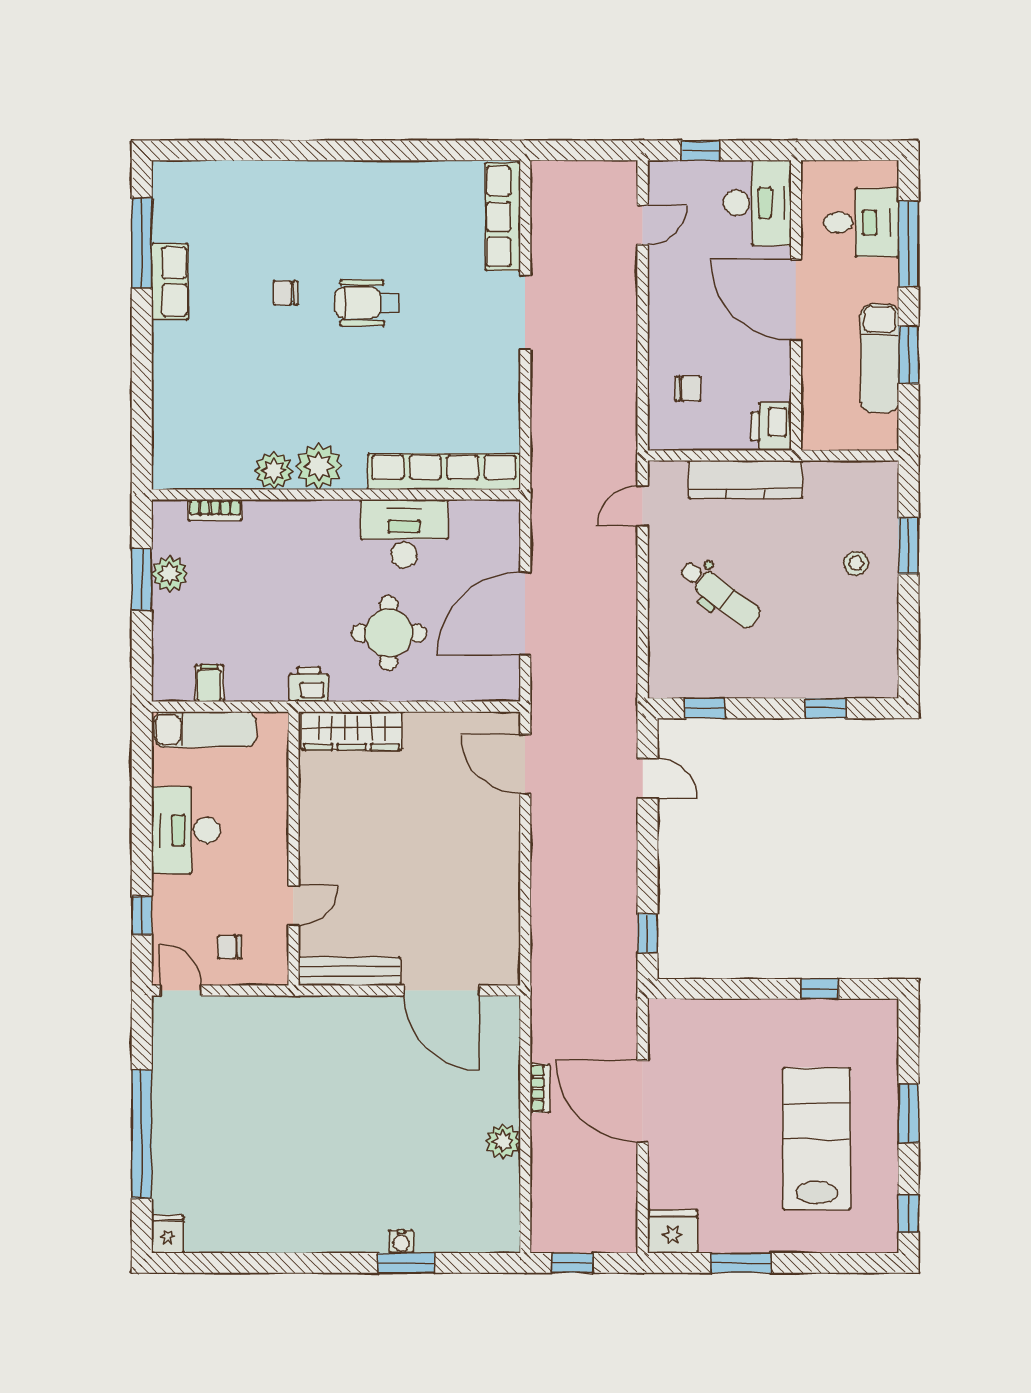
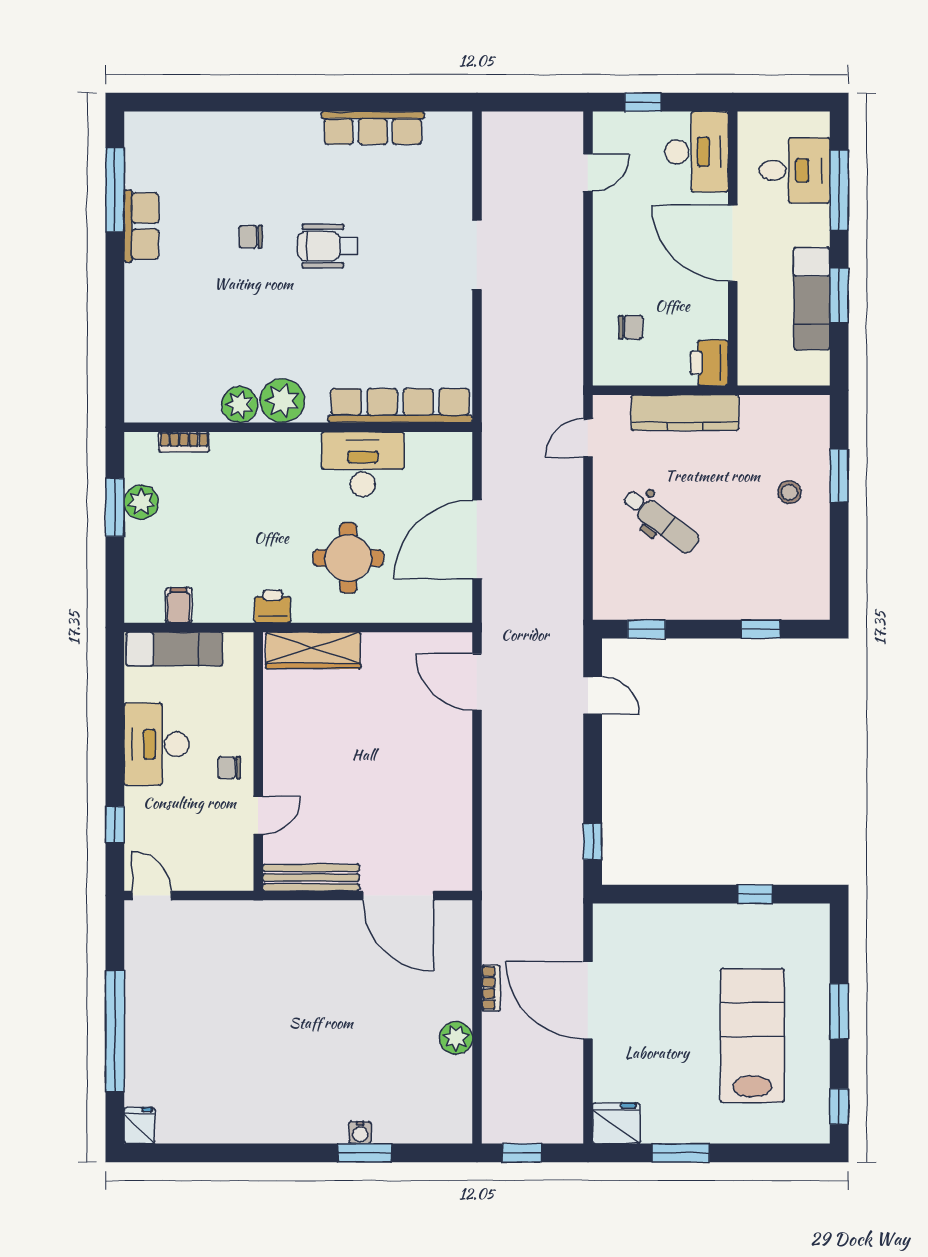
row of seats: (503, 217) -> (373, 128), moved, turned -90
chair: (230, 947) -> (229, 768), moved

